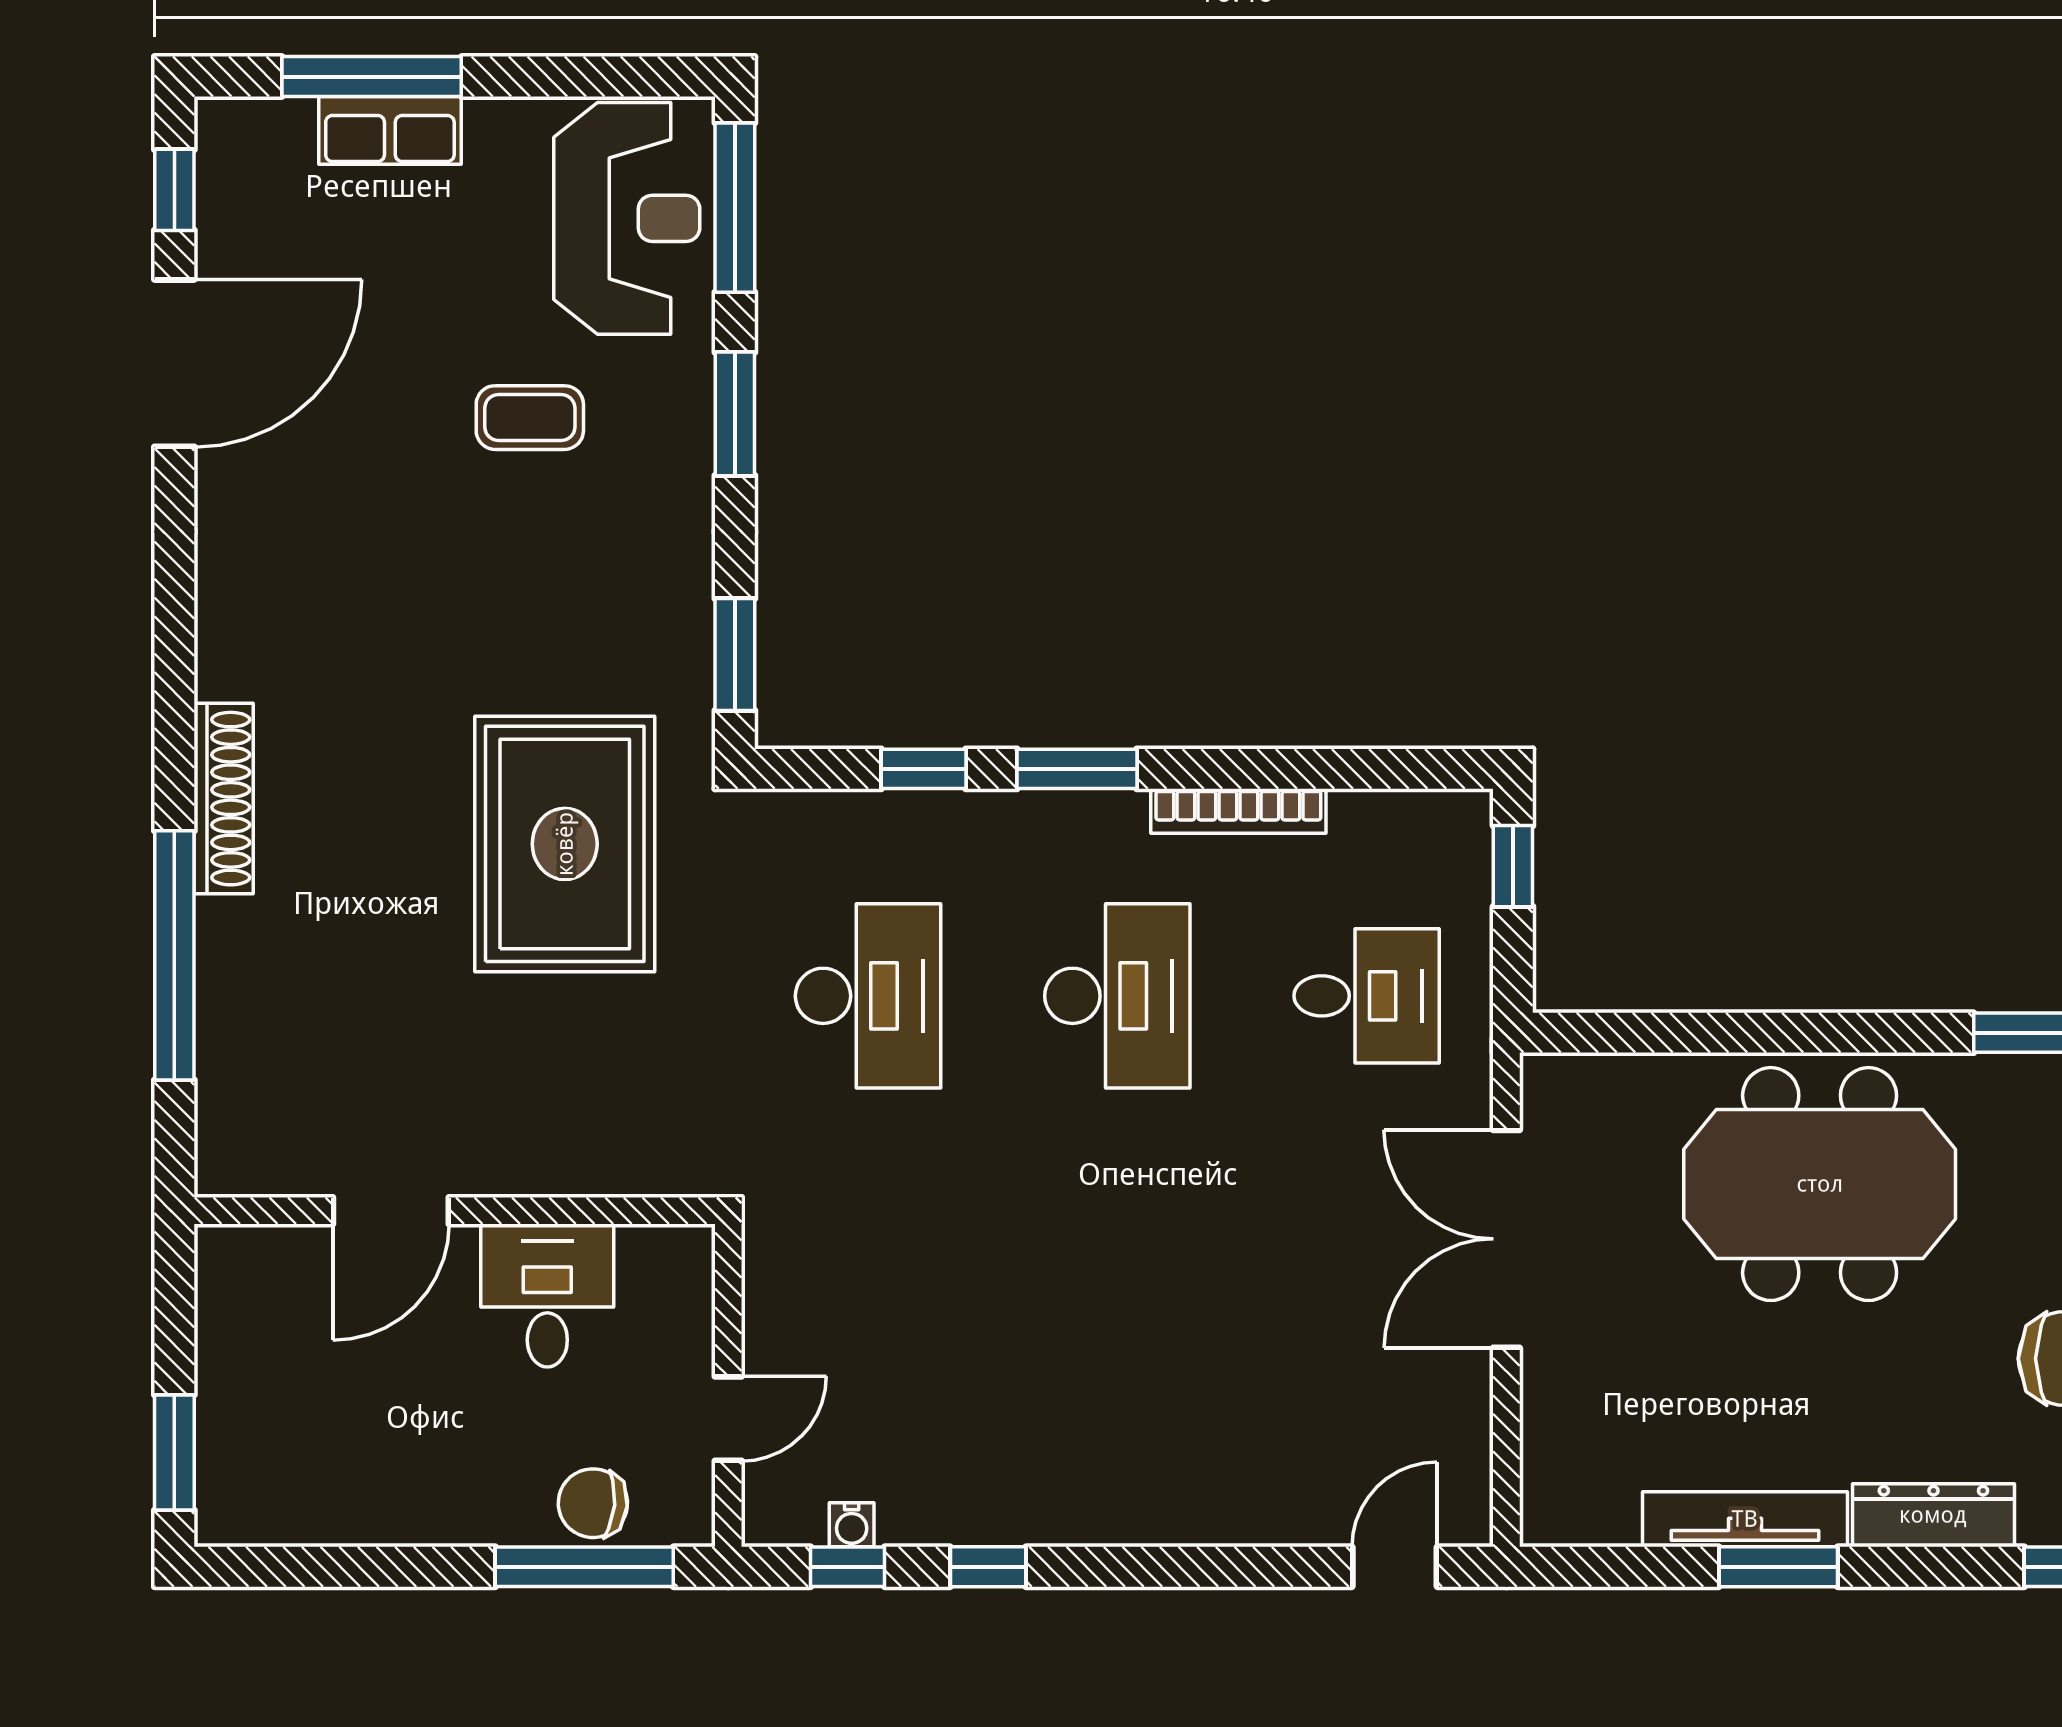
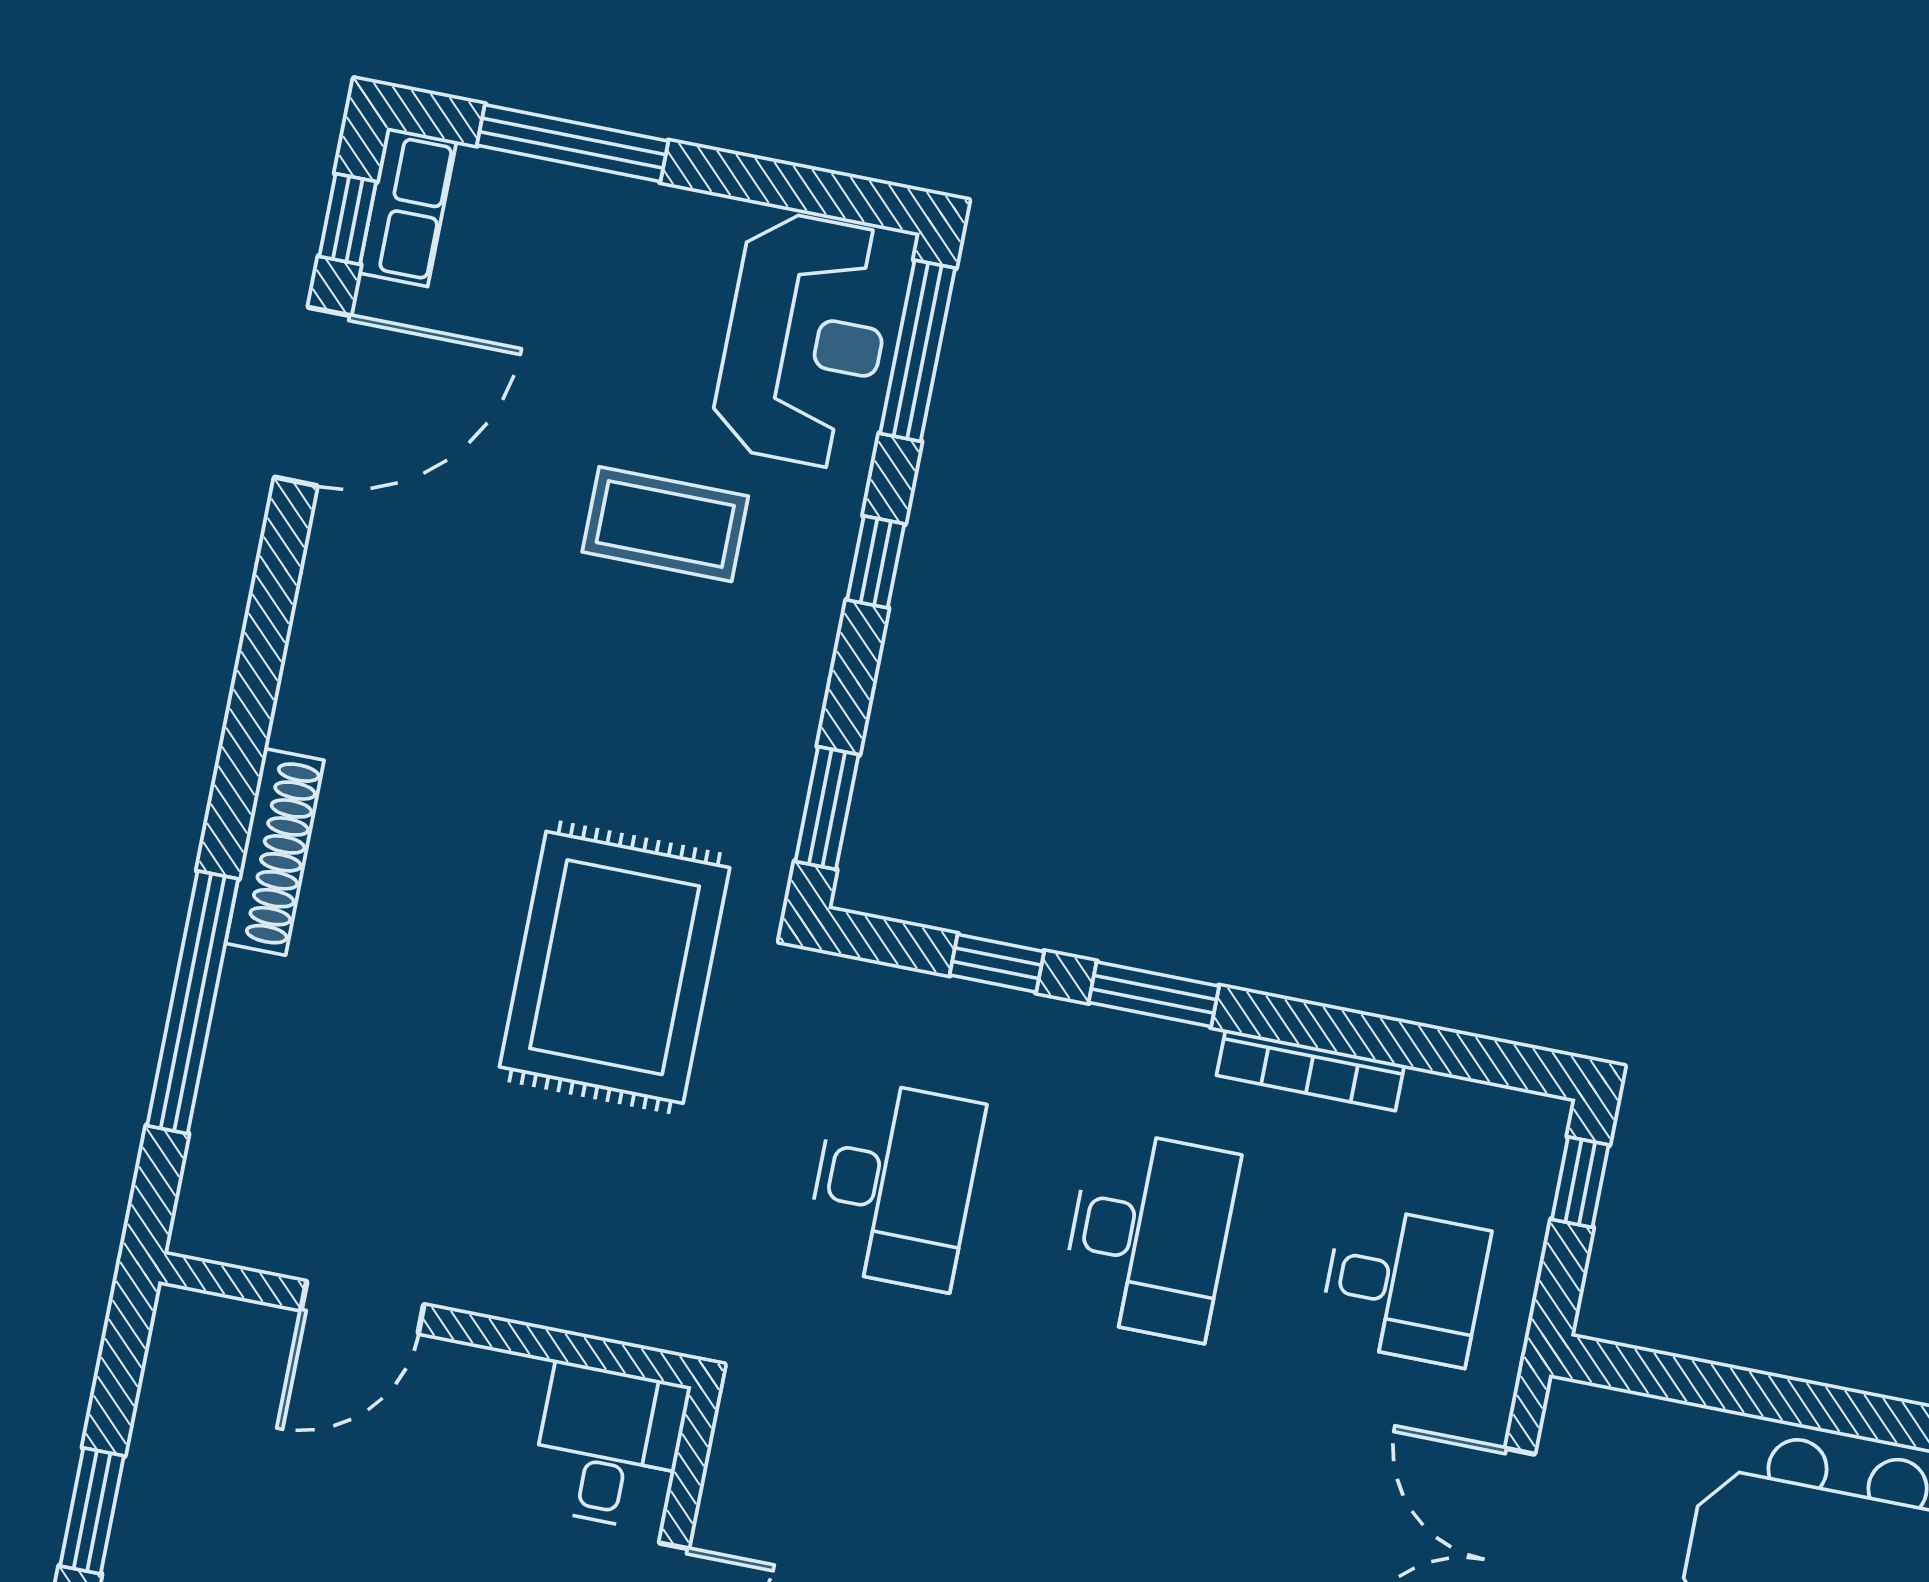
row of seats: (390, 130) -> (407, 207), moved, turned -90
window: (735, 414) -> (876, 562), width x0.67
coffee table: (530, 418) -> (665, 524), width x1.36, depth x1.30
desk: (547, 1296) -> (609, 1446), moved

